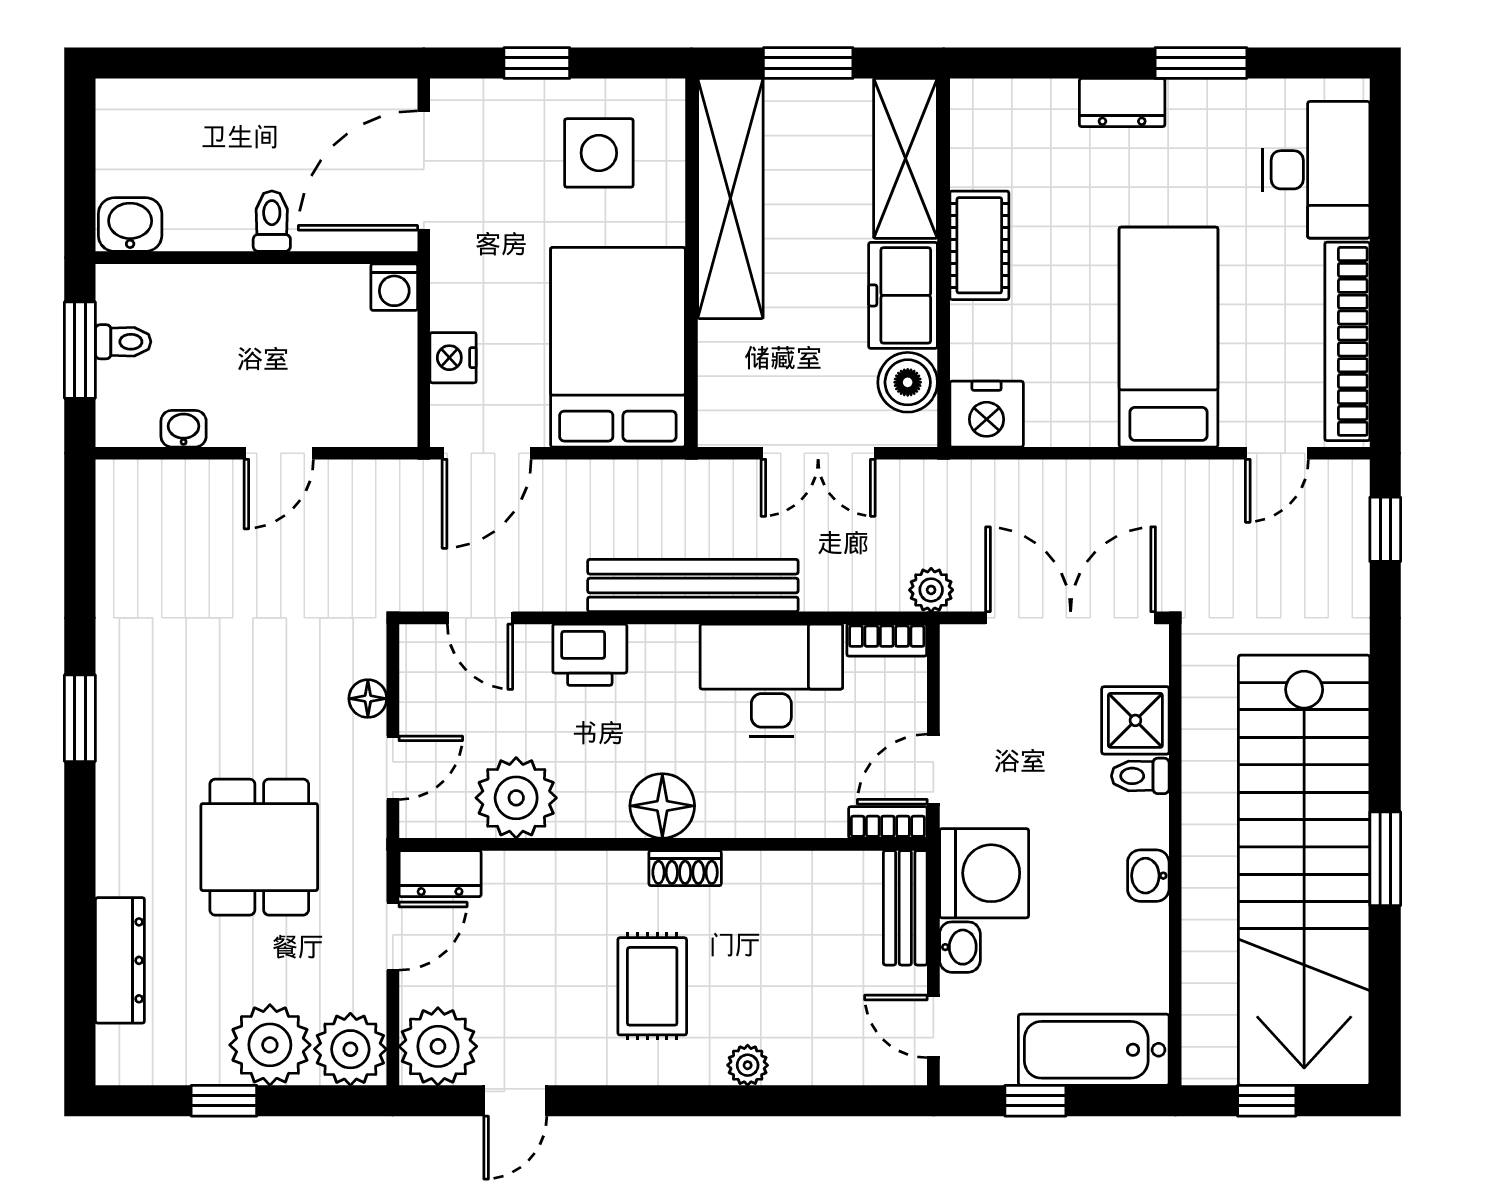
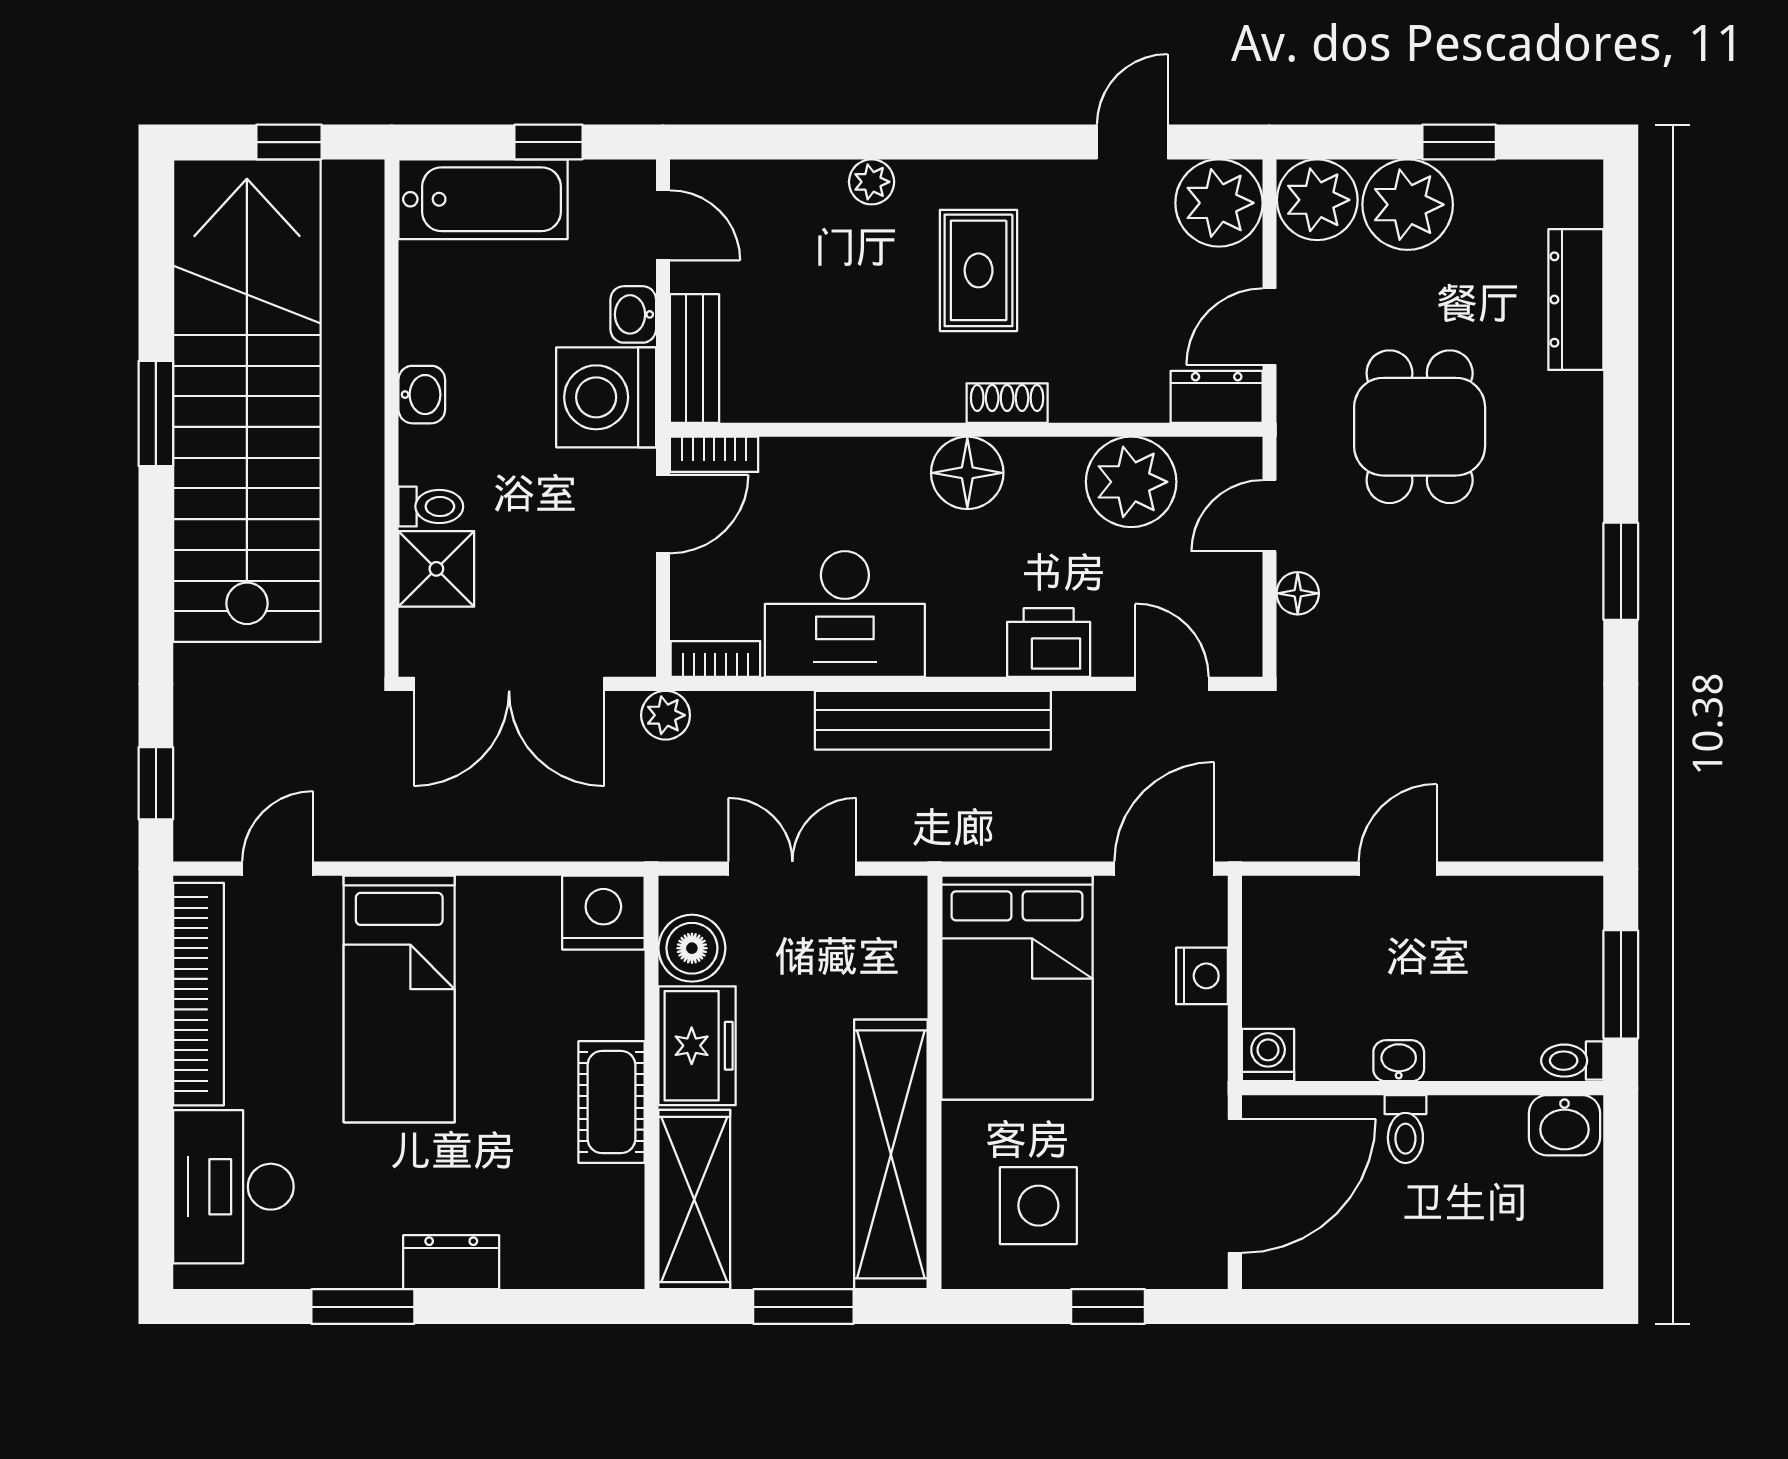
toilet: (123, 342) -> (1572, 1061), moved
washbasin: (184, 429) -> (1399, 1061), moved, turned 180
shoe rack: (685, 868) -> (1007, 403), moved

